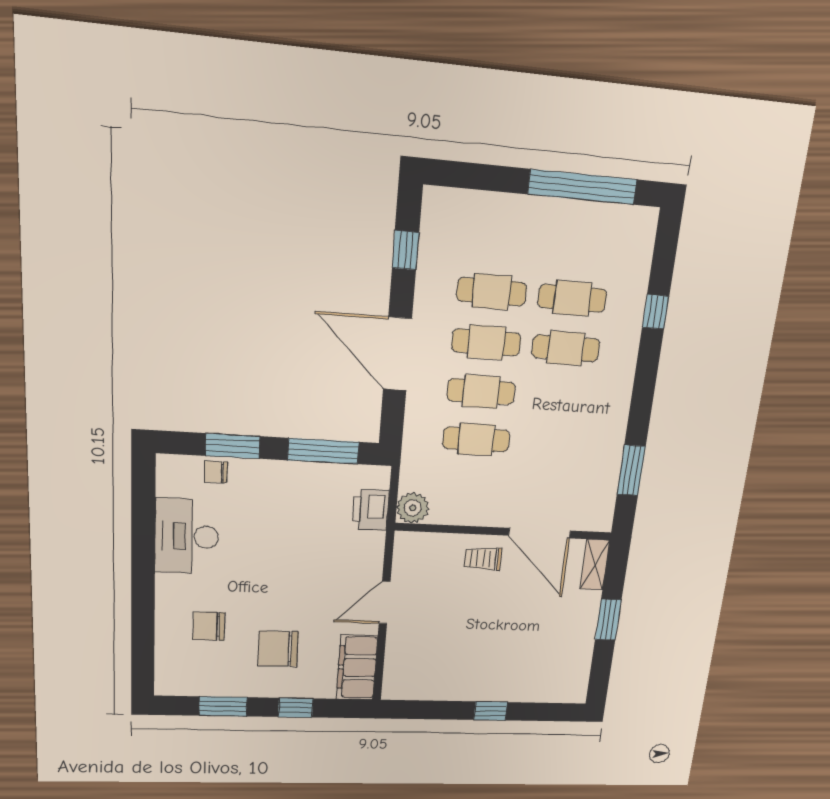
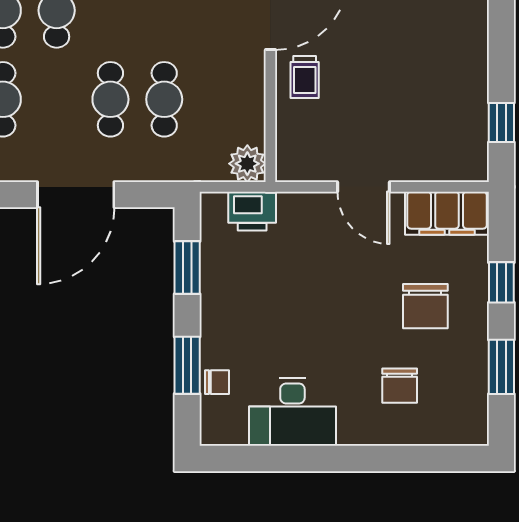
cafe table: (486, 342) -> (57, 99), removed
window: (323, 451) -> (187, 268), width x0.69
chair: (216, 472) -> (217, 382), turned -90
window: (491, 711) -> (501, 122), moved

